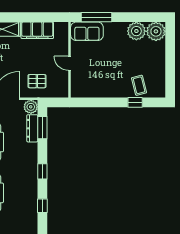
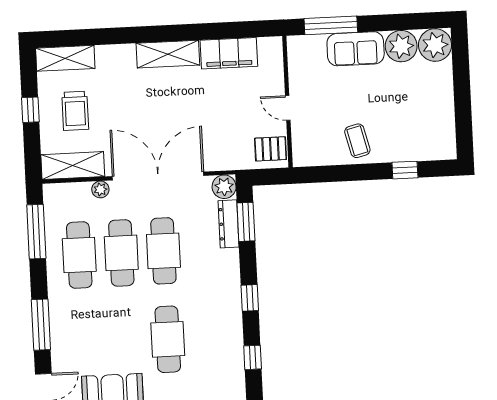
sofa: (87, 31) -> (356, 49), moved
pallet: (37, 81) -> (271, 149), moved
coffee table: (139, 85) -> (357, 141), moved

